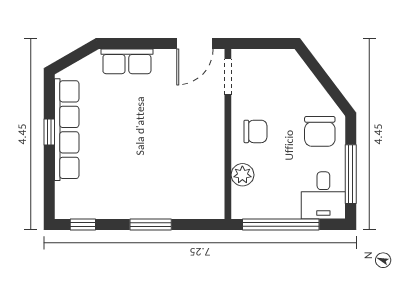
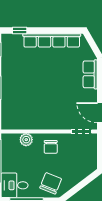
chair: (320, 131) -> (51, 183), turned 112
window: (49, 132) -> (20, 30), moved

